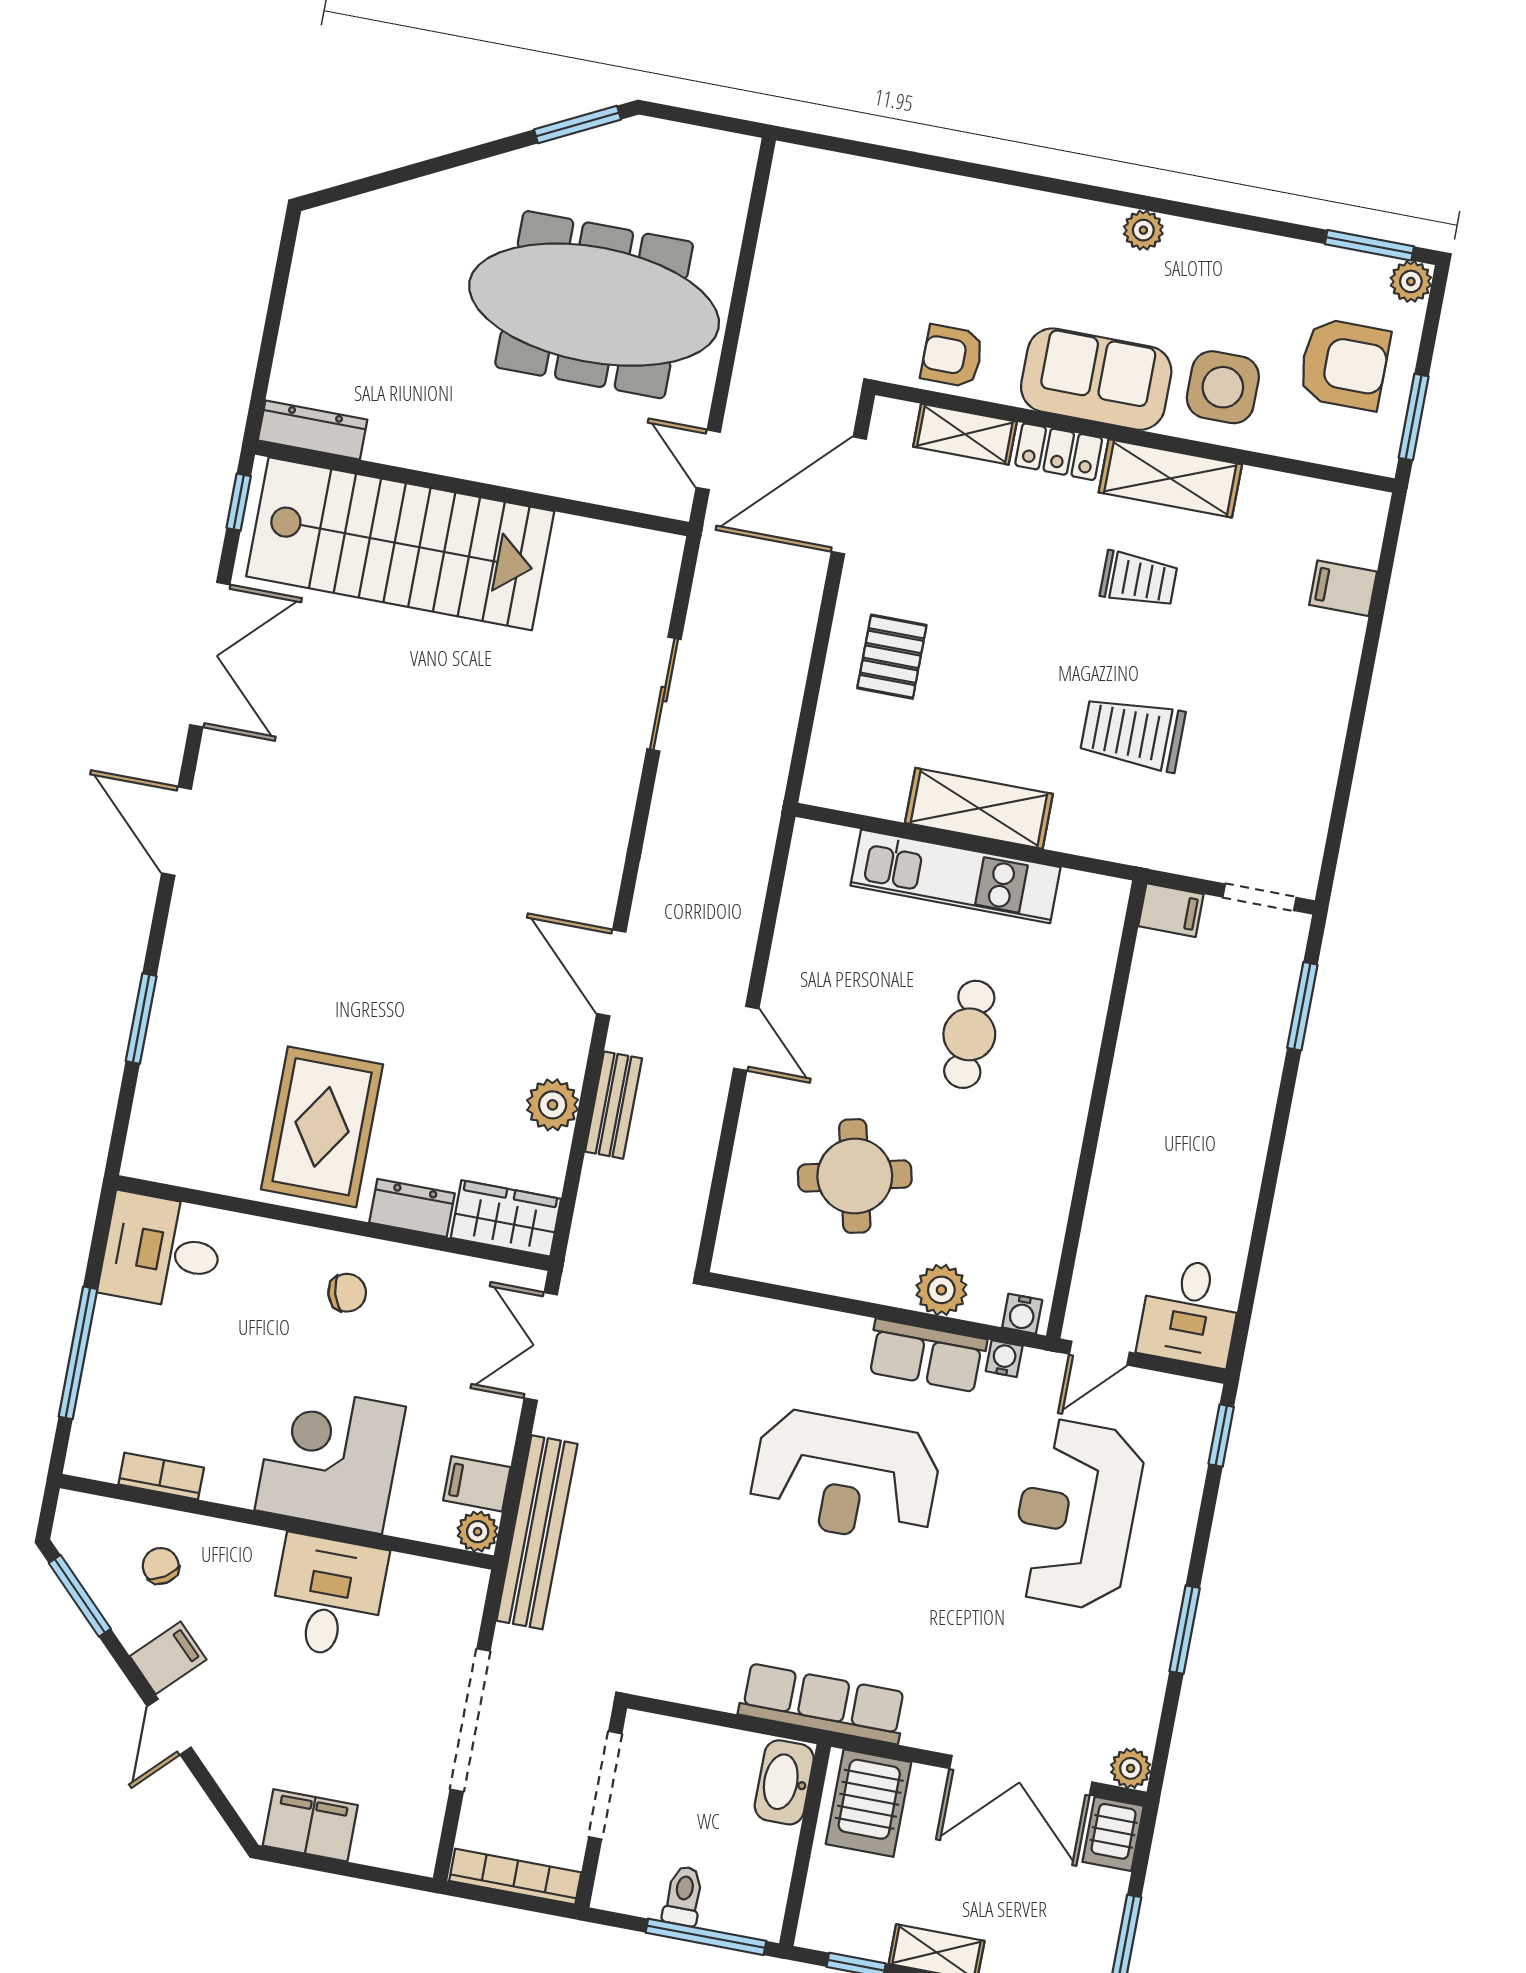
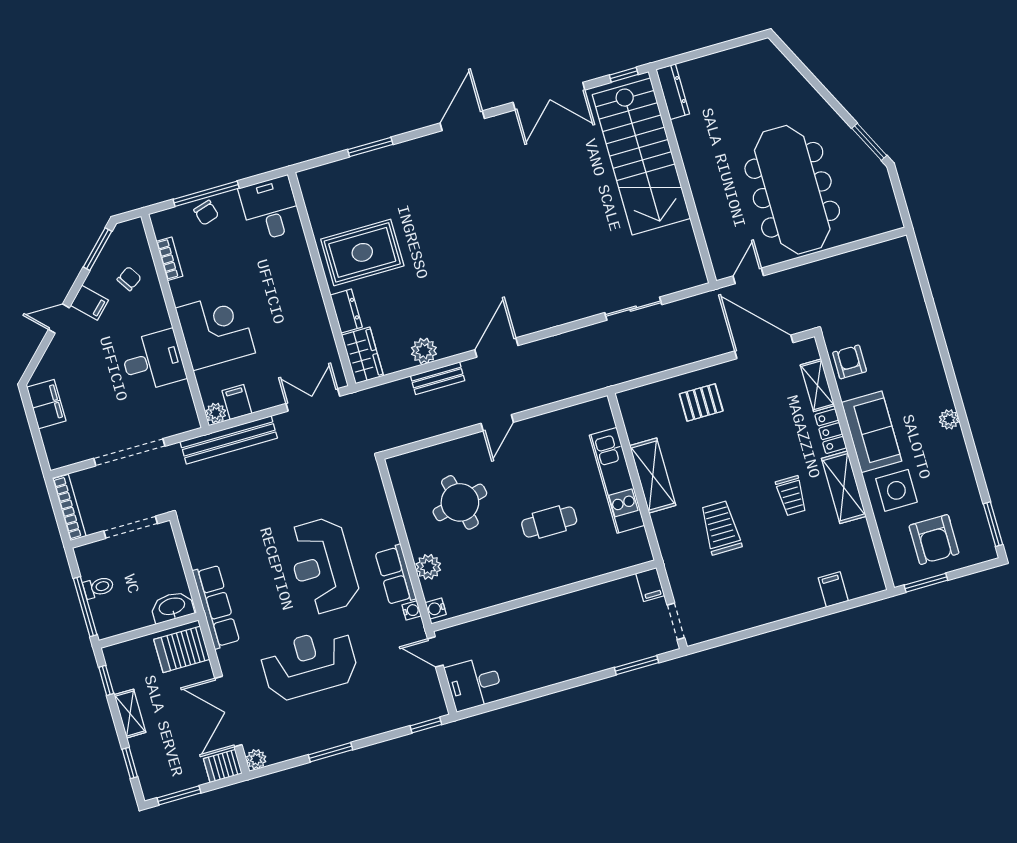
plant: (1411, 281) -> (986, 551), removed
chair: (347, 1293) -> (206, 213), moved
reception desk: (1076, 1514) -> (309, 664), moved

